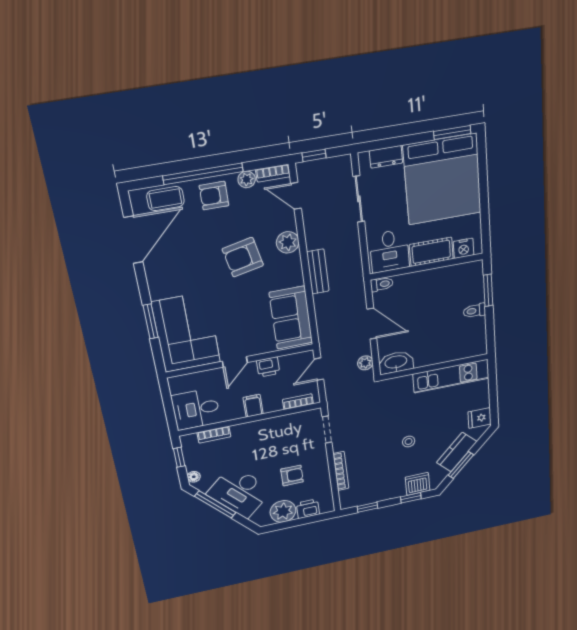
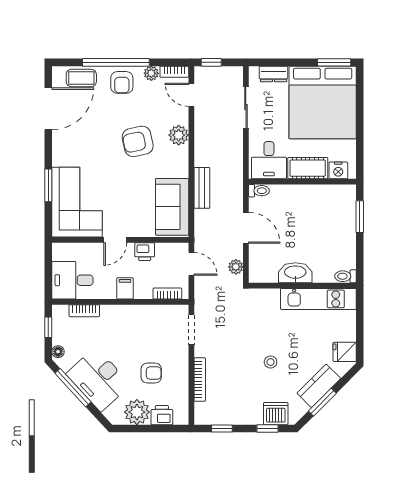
armchair: (214, 196) -> (122, 82), turned -90
bench: (318, 272) -> (202, 188), moved
toilet: (475, 311) -> (345, 276), moved
washbasin: (396, 362) -> (295, 273), moved
door: (319, 369) -> (191, 264), swing flipped

